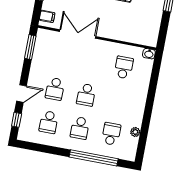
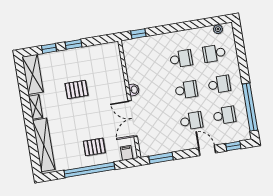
washbasin: (149, 54) -> (134, 90), moved
school desk: (124, 67) -> (181, 59), moved, turned 180
window: (156, 69) -> (138, 34), added
plant: (135, 132) -> (218, 29), moved
window: (94, 158) -> (250, 107), moved

